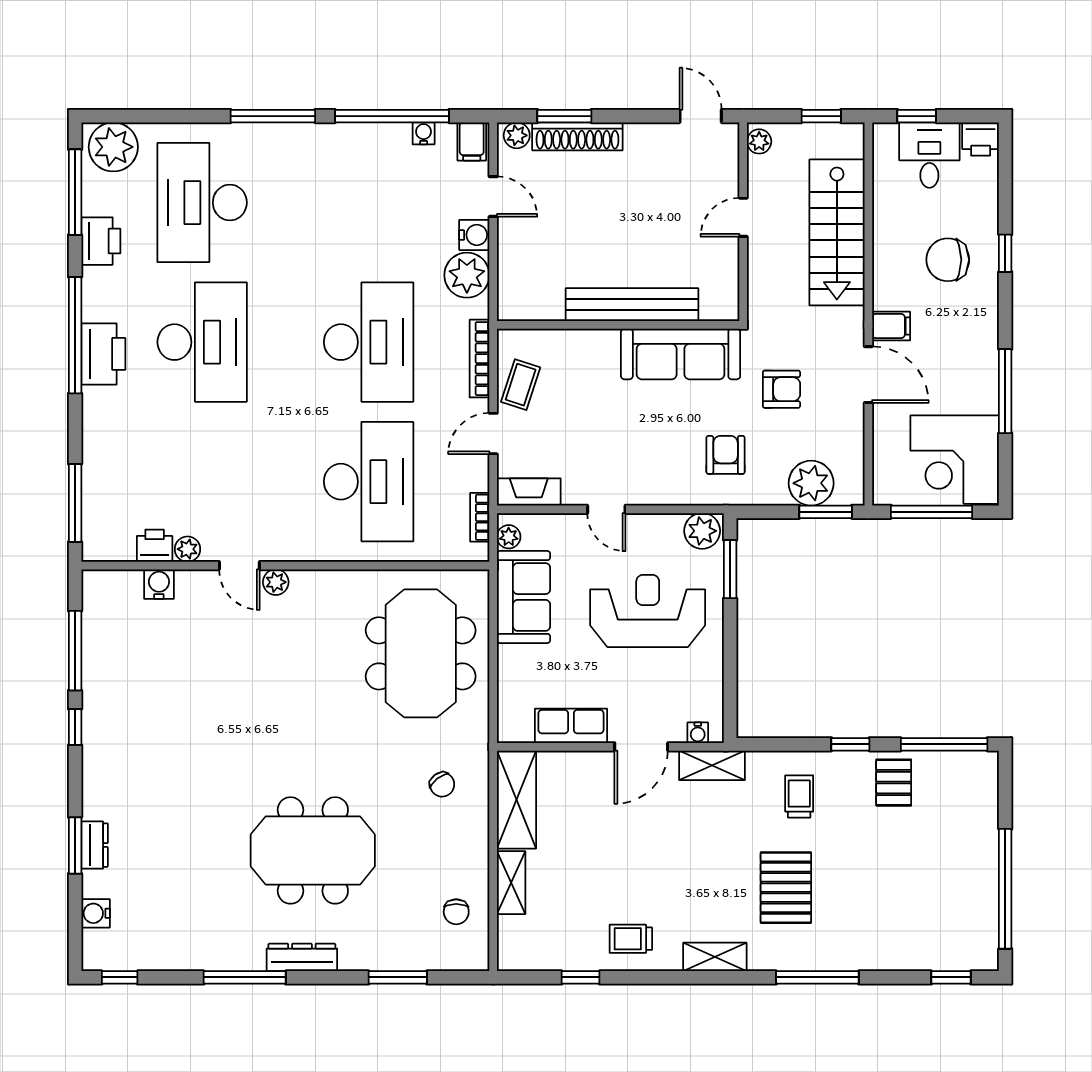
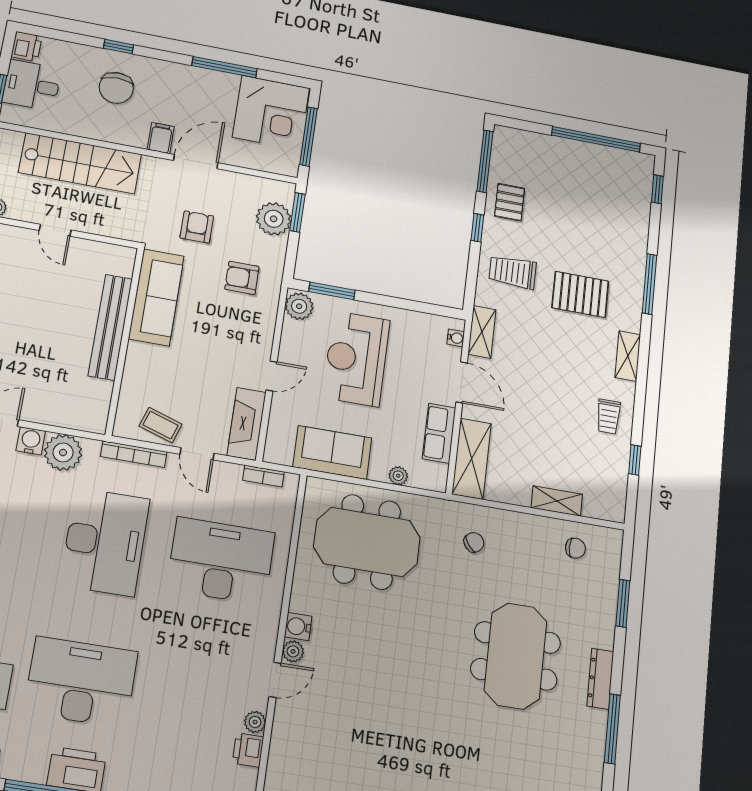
desk: (369, 342) -> (105, 542), turned 90
fireplace: (529, 492) -> (246, 424), width x1.37, depth x1.32
plant: (509, 537) -> (398, 476), moved
water cooler: (159, 584) -> (298, 626), moved
pallet: (894, 783) -> (510, 202), turned 90
trolley: (799, 796) -> (513, 272), width x1.36, depth x1.39
shelving: (517, 800) -> (472, 459), moved, turned 90

